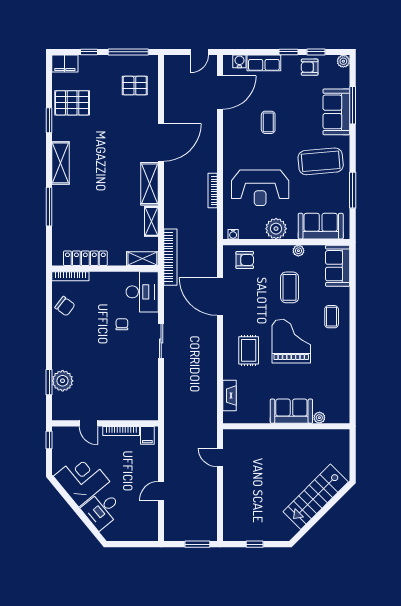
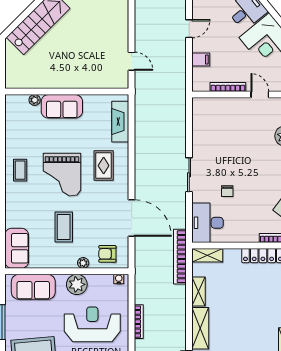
plant: (298, 251) -> (83, 263), moved
coffee table: (332, 317) -> (20, 170), moved
fireplace: (229, 396) -> (120, 122), width x1.37, depth x1.32
filing cabinet: (147, 435) -> (201, 60), moved, turned 90

